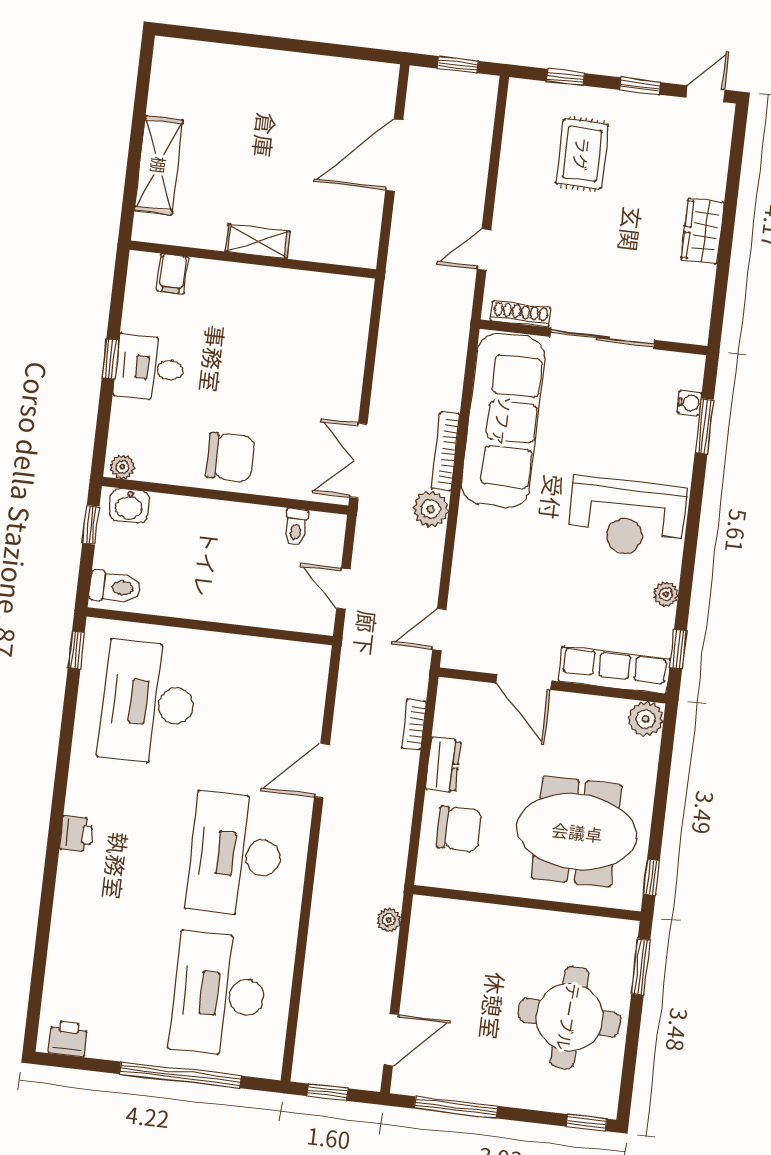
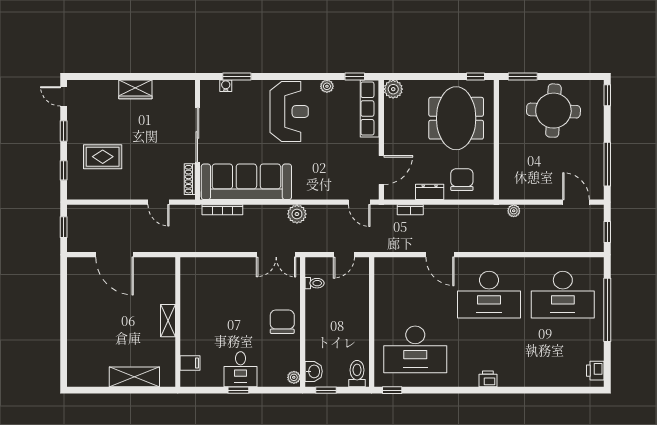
bookcase: (446, 451) -> (222, 210), moved
door: (524, 682) -> (381, 170), moved

